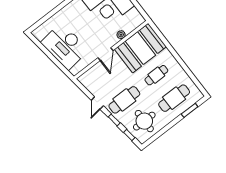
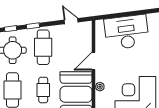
door: (106, 54) -> (94, 61), hinge flipped
door: (97, 103) -> (71, 21), moved

